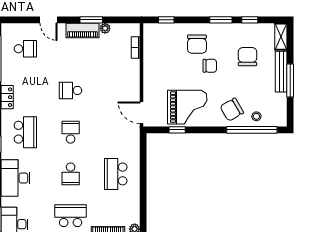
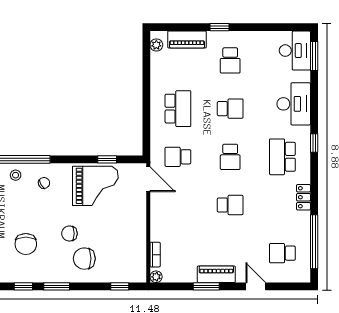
plant: (105, 28) -> (156, 277), moved
chair: (197, 44) -> (84, 259), turned -90
grand piano: (187, 107) -> (95, 186), turned 180
chair: (232, 110) -> (44, 183), width x0.54, depth x0.54
school desk: (116, 132) -> (178, 157), added
school desk: (71, 174) -> (230, 109), turned 90
school desk: (71, 216) -> (230, 60), width x0.54

